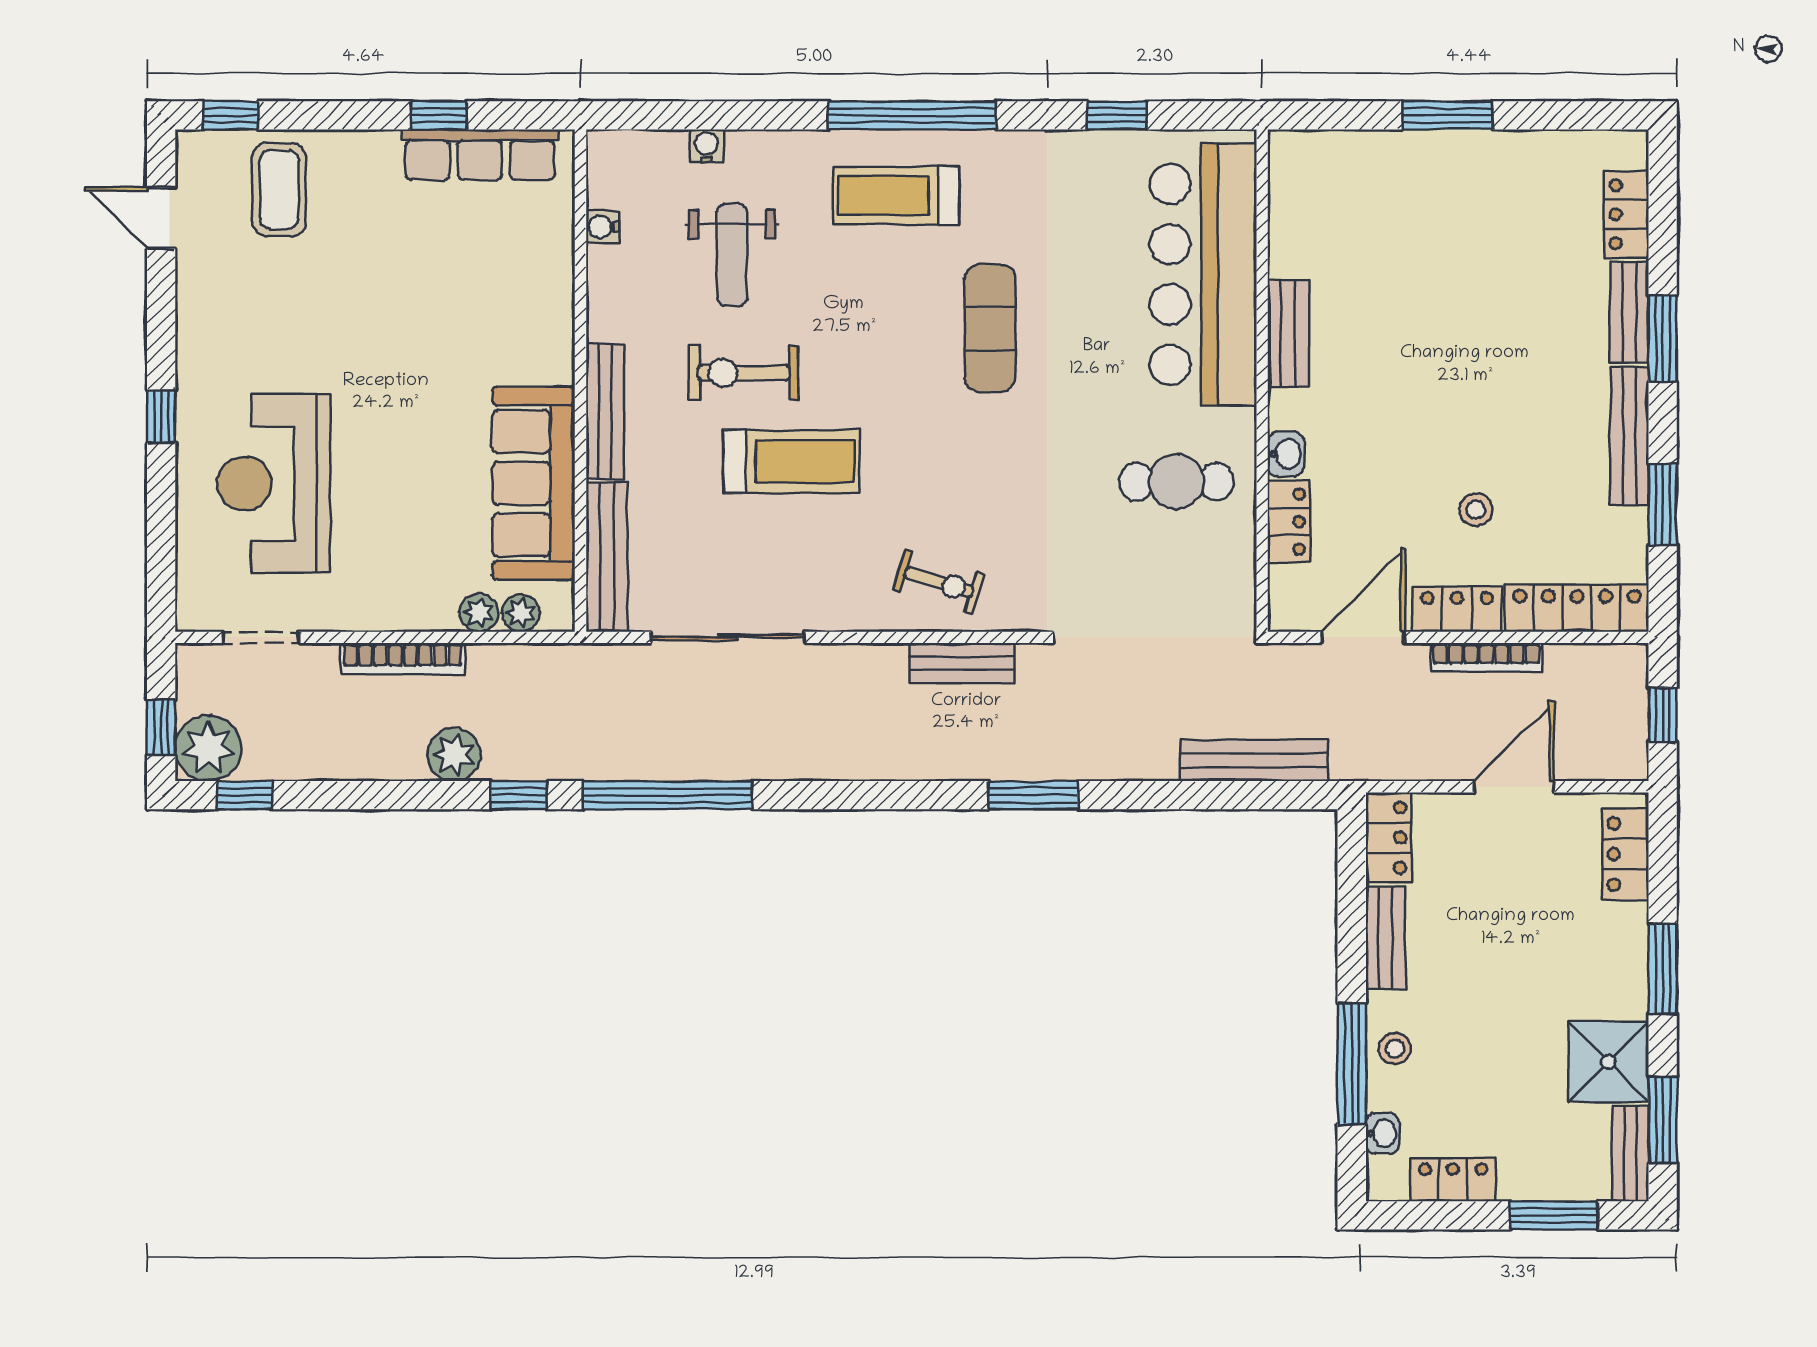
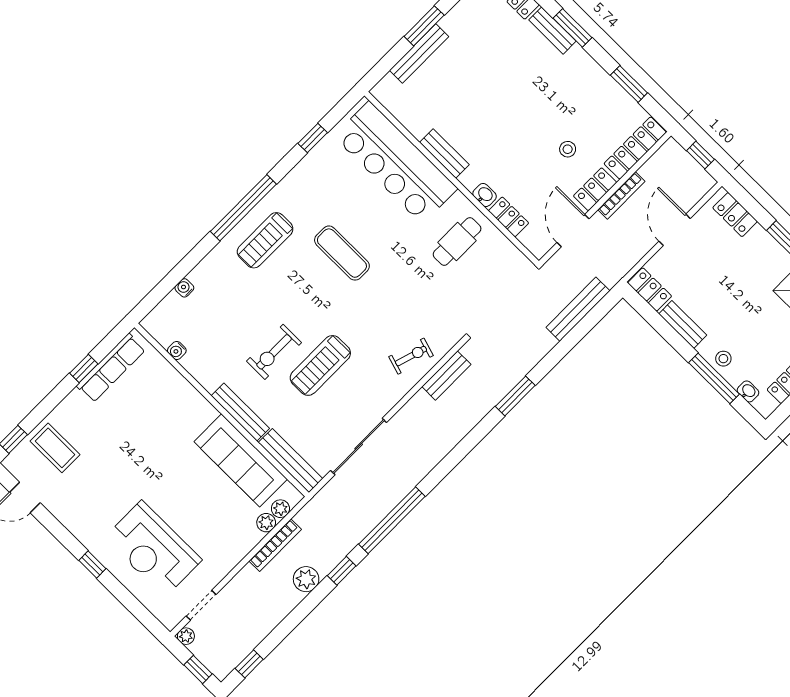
weight bench: (732, 255) -> (230, 316), removed
bench: (1629, 436) -> (419, 53), moved, turned 90
treadmill: (792, 461) -> (320, 365), turned 180
bookcase: (403, 659) -> (275, 545), moved
plant: (208, 748) -> (186, 636), moved, width x0.53, depth x0.53

